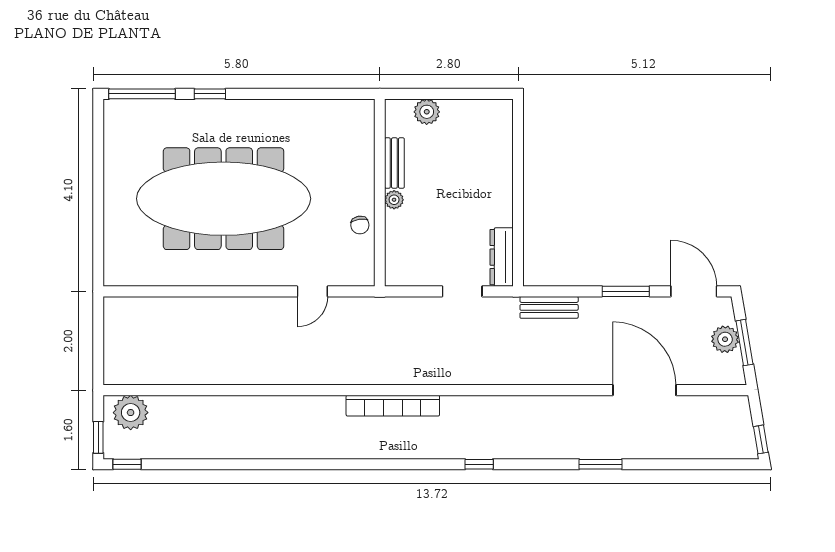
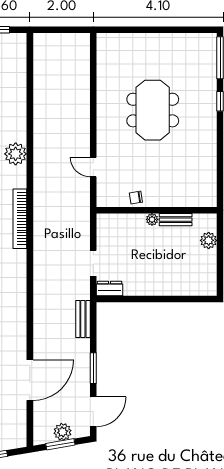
meeting table: (224, 199) -> (153, 110), width x0.54, depth x0.79
dresser: (502, 257) -> (110, 288), width x0.70
plant: (131, 413) -> (16, 154), moved

